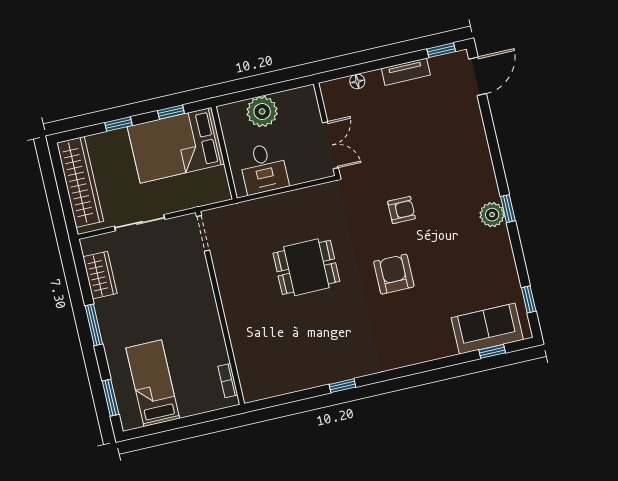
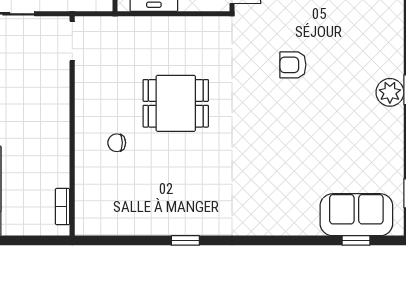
armchair: (401, 210) -> (293, 65), turned 180
armchair: (394, 274) -> (269, 132), removed
chair: (262, 314) -> (117, 143), added

